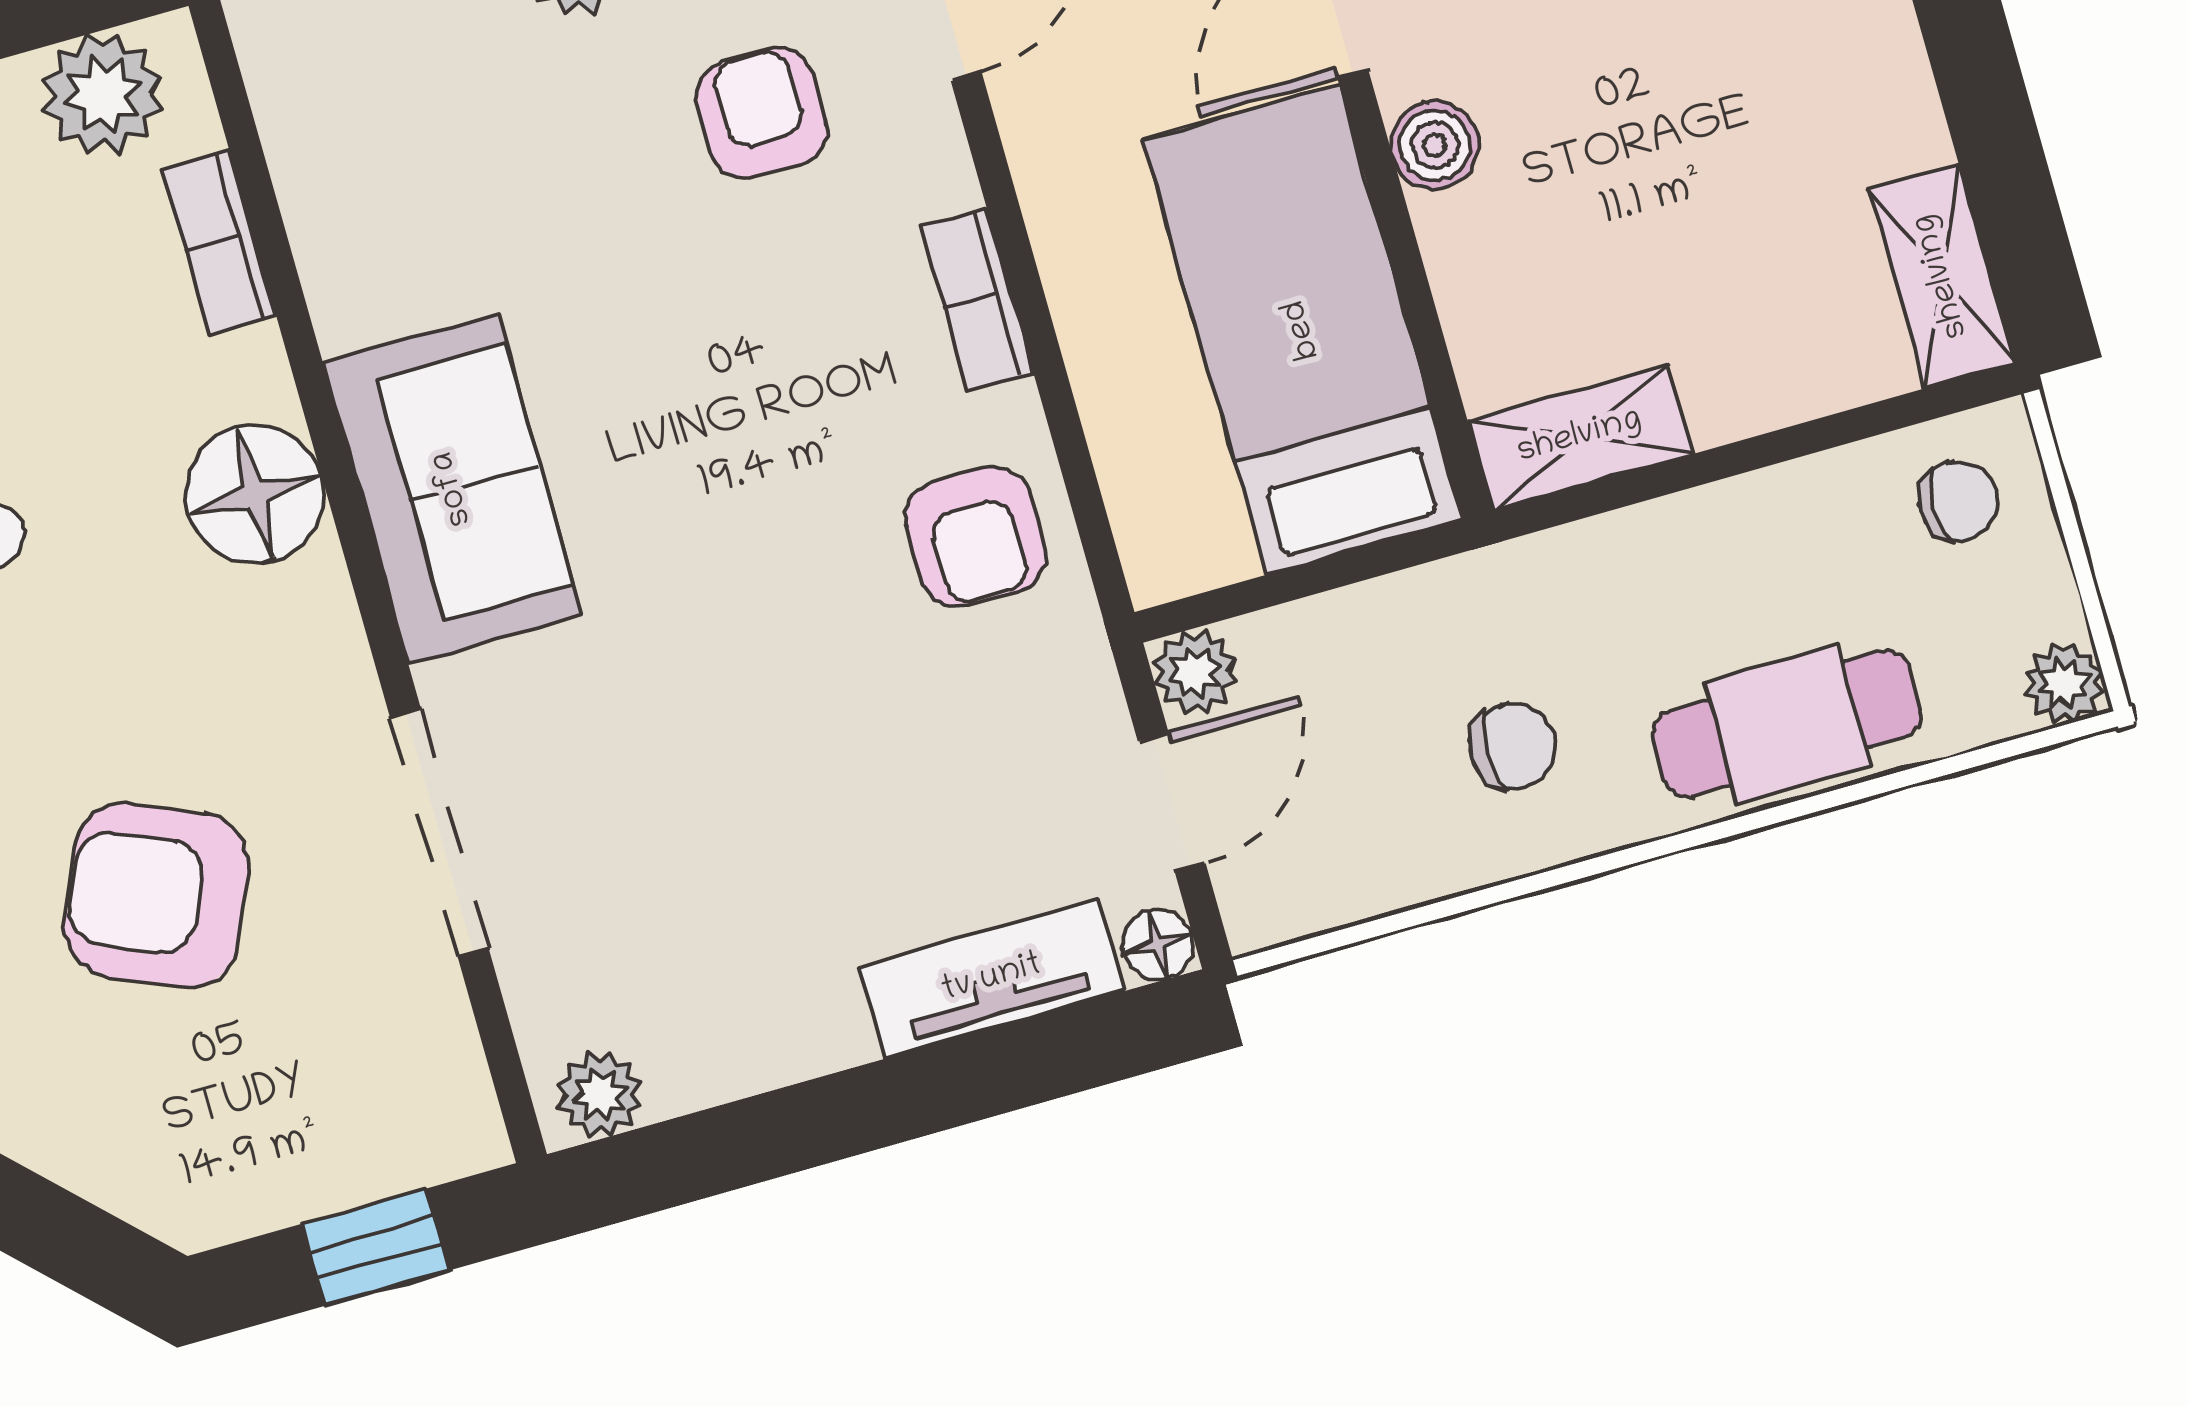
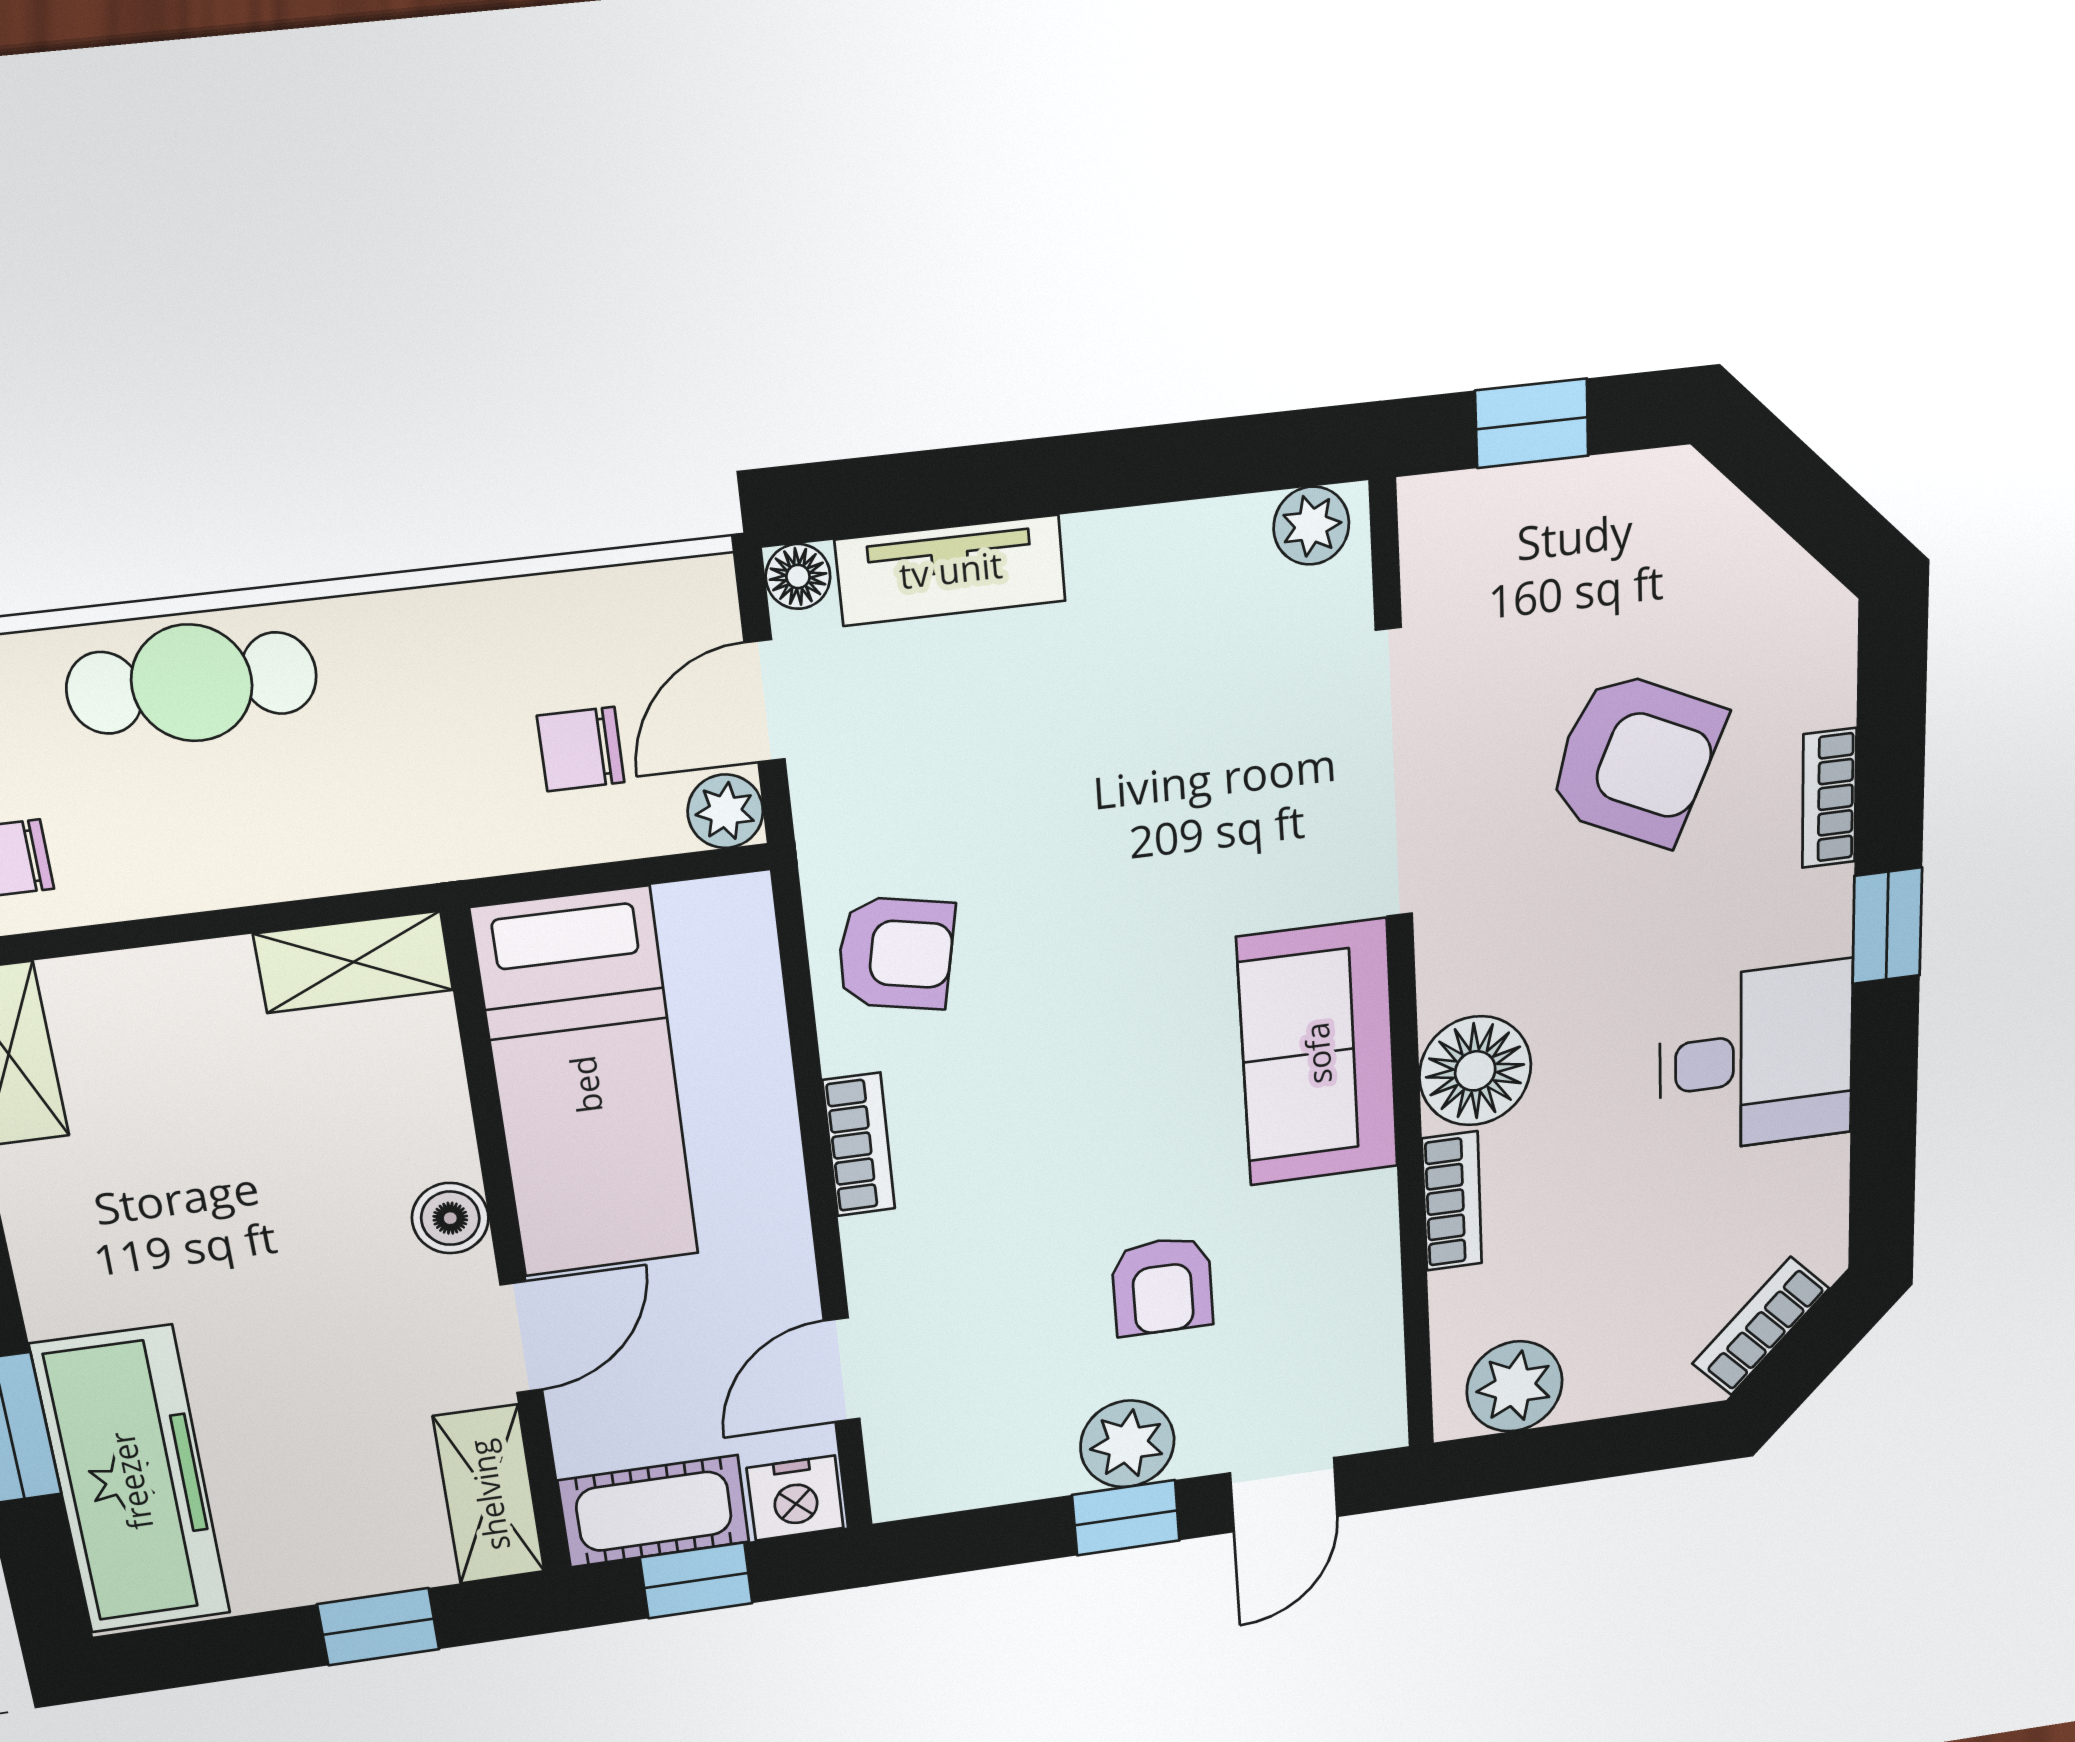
armchair: (762, 113) -> (1162, 1286), moved
bookcase: (219, 242) -> (1452, 1201), moved
armchair: (975, 537) -> (896, 953), turned 101
chair: (1512, 746) -> (581, 749), moved
doorway: (439, 833) -> (1394, 774), width x1.36

